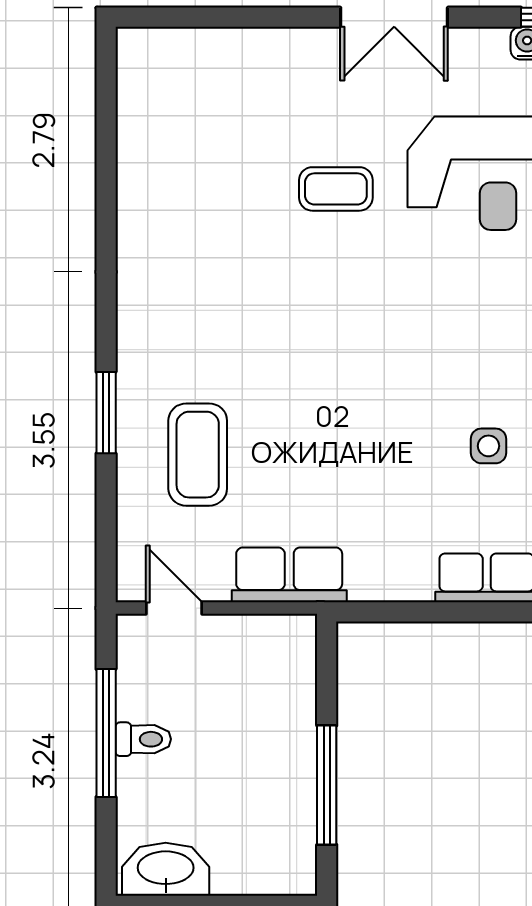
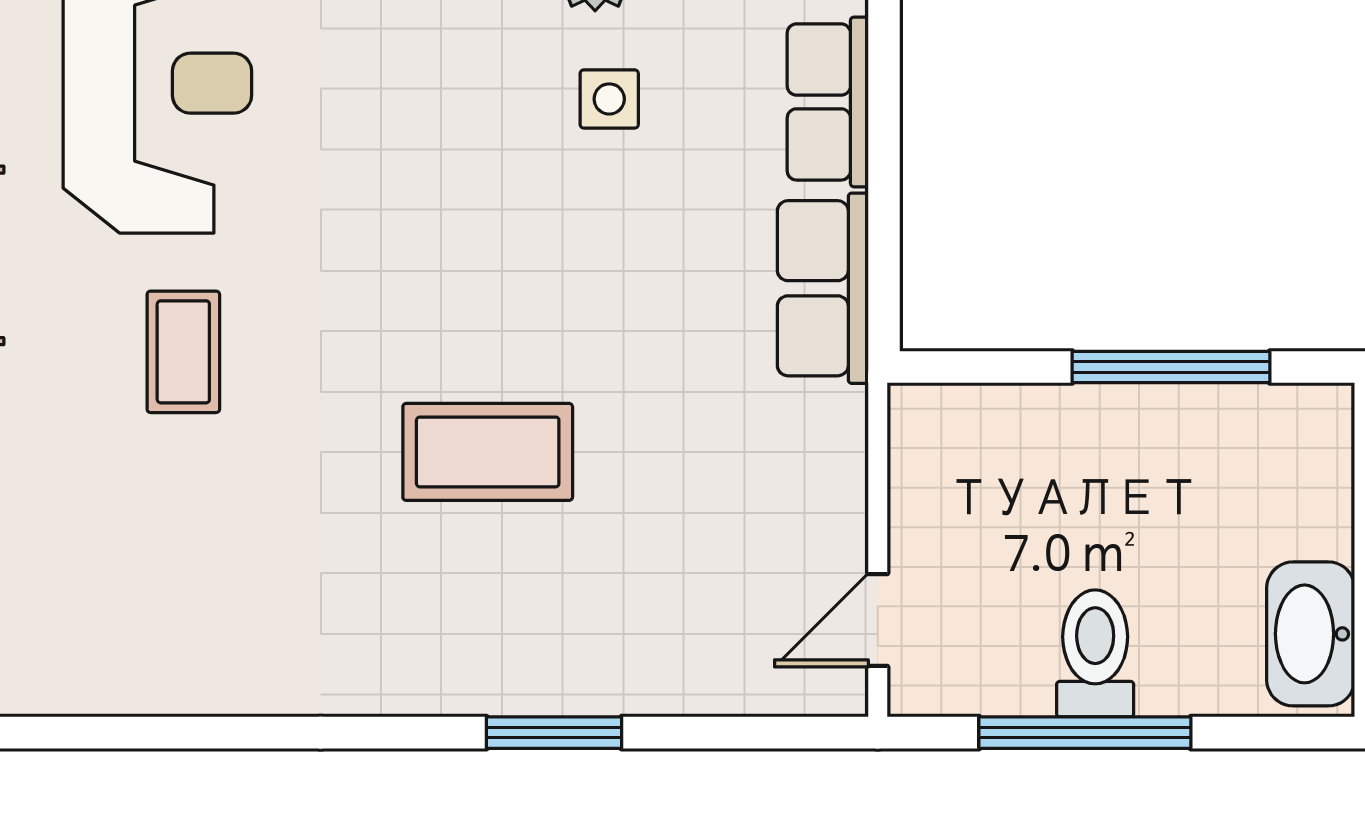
coffee table: (198, 455) -> (488, 452), moved
row of seats: (289, 575) -> (823, 288), moved
toilet: (143, 739) -> (1095, 653), width x1.37, depth x1.39

